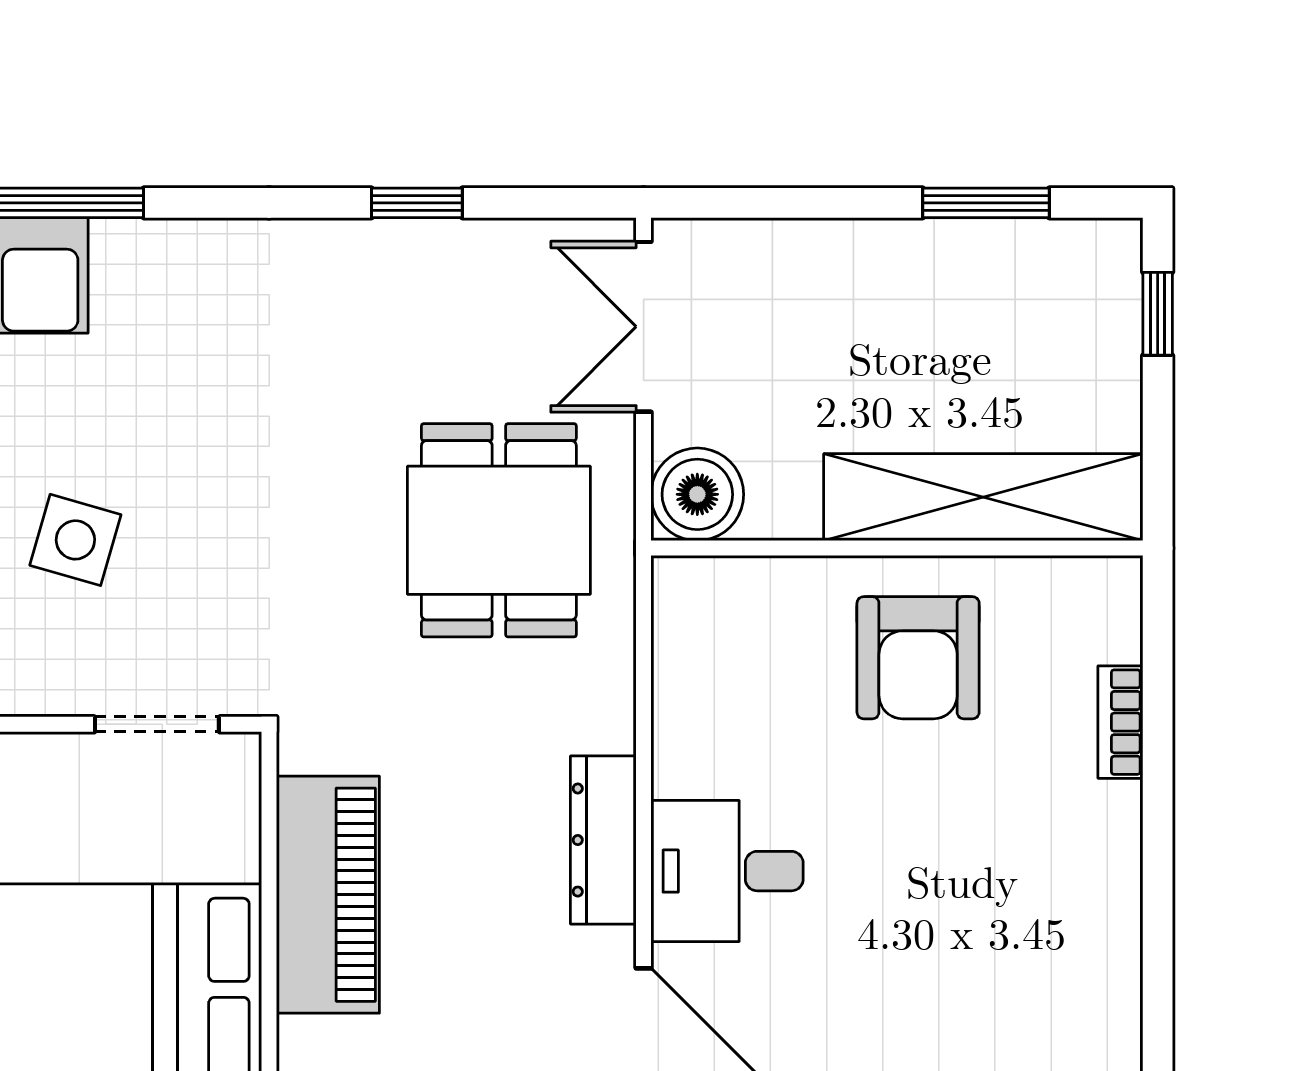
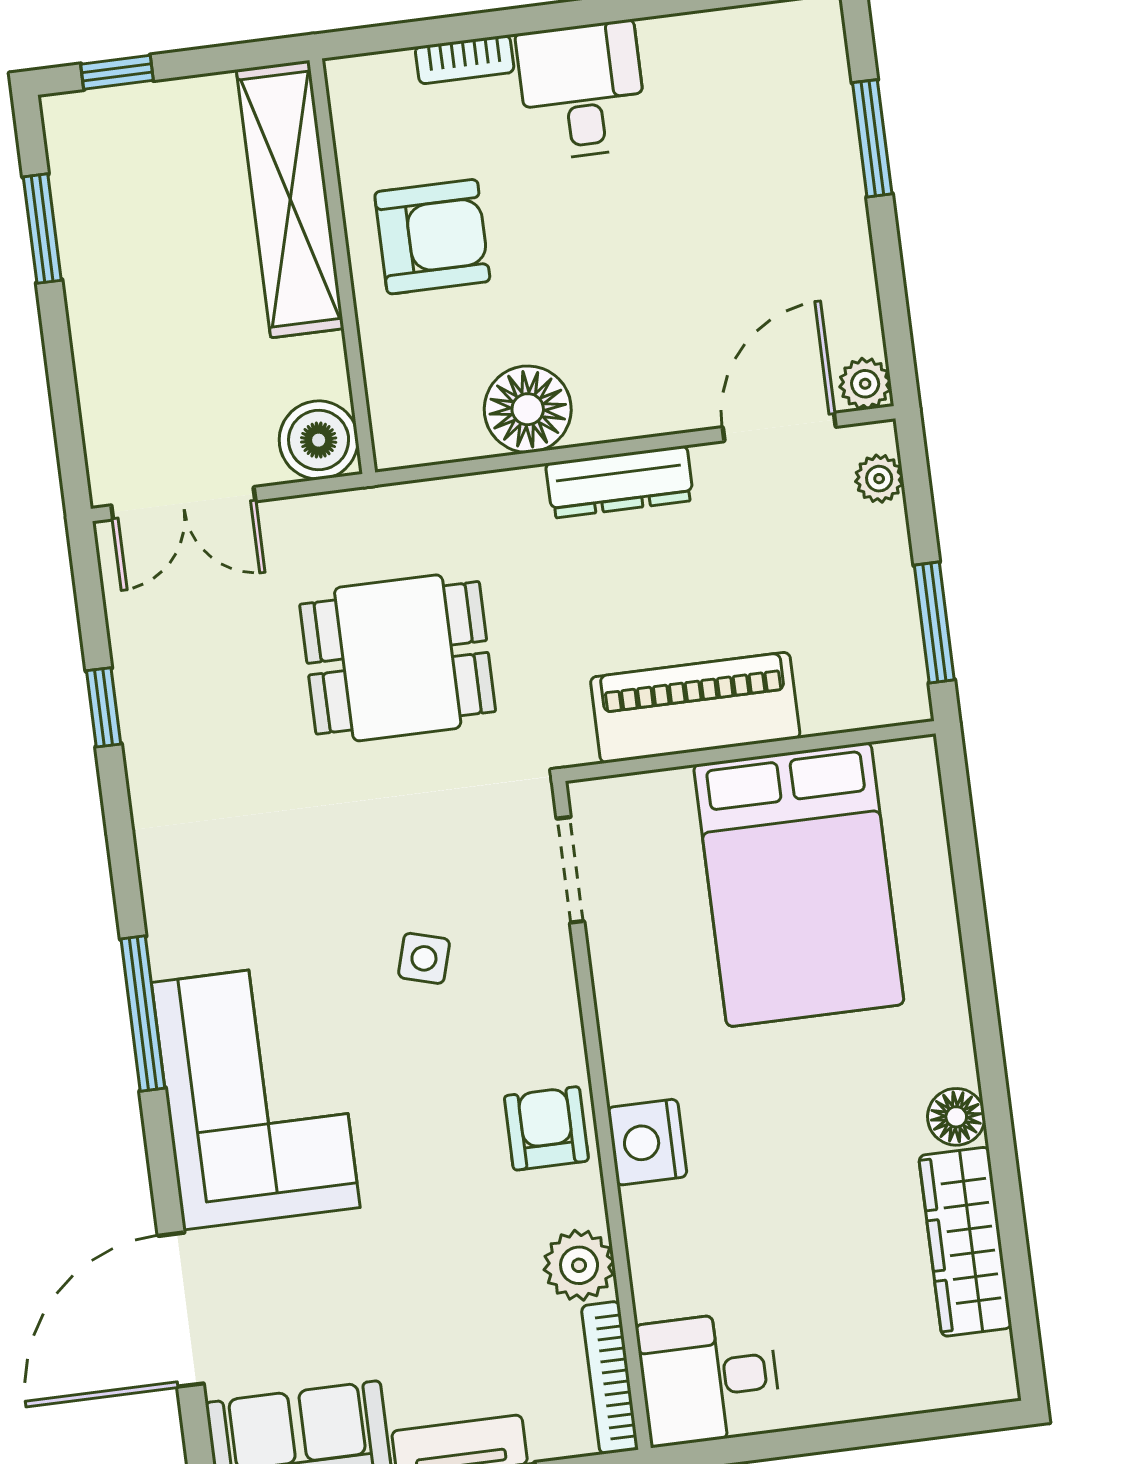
dining table: (499, 530) -> (398, 658), moved
side table: (75, 540) -> (424, 958), width x0.73, depth x0.73
floor lamp: (702, 743) -> (528, 409), added
desk: (727, 871) -> (582, 90), moved, turned 180

